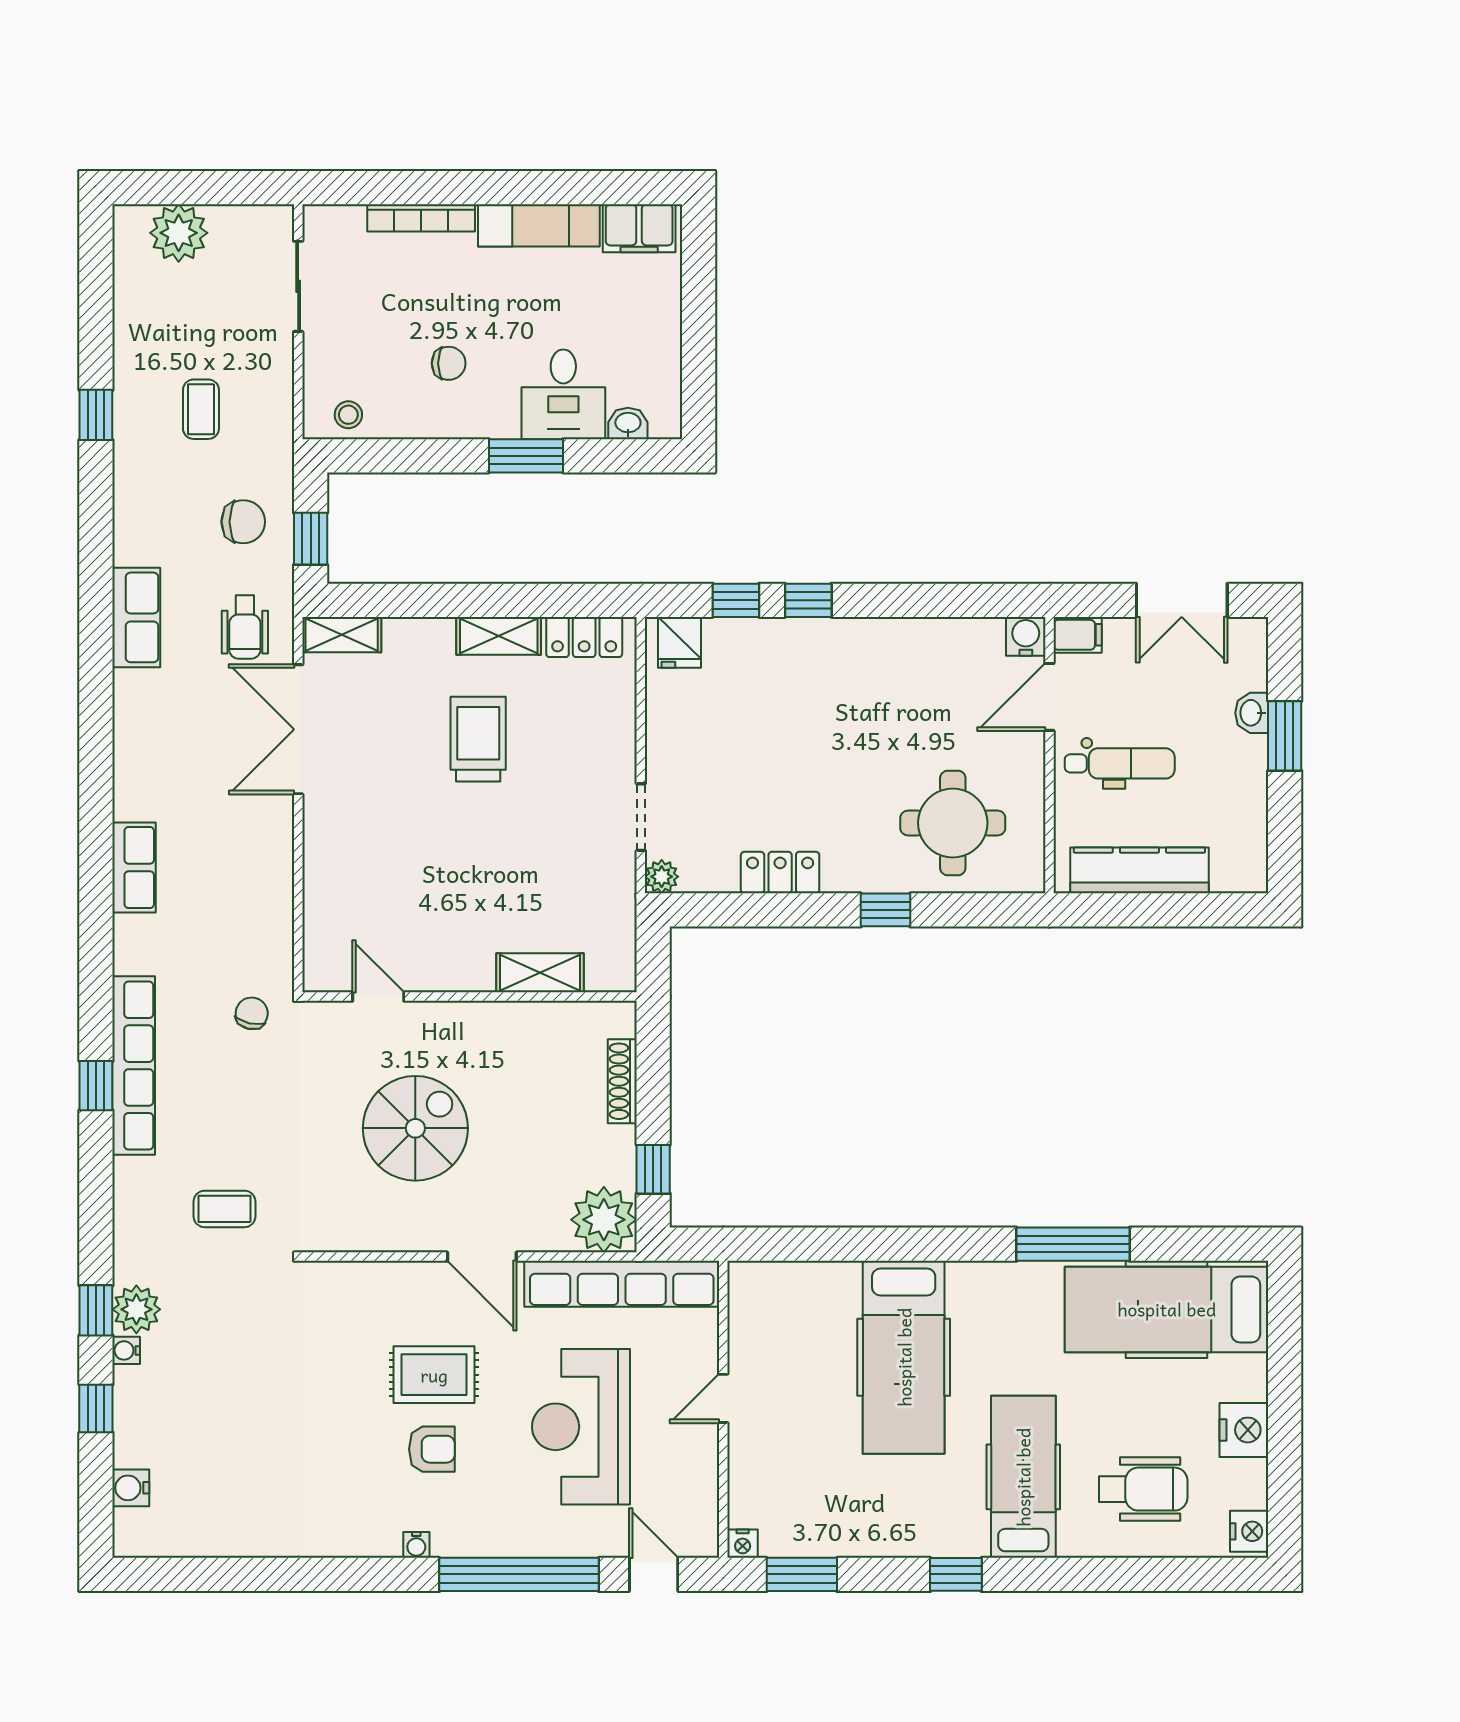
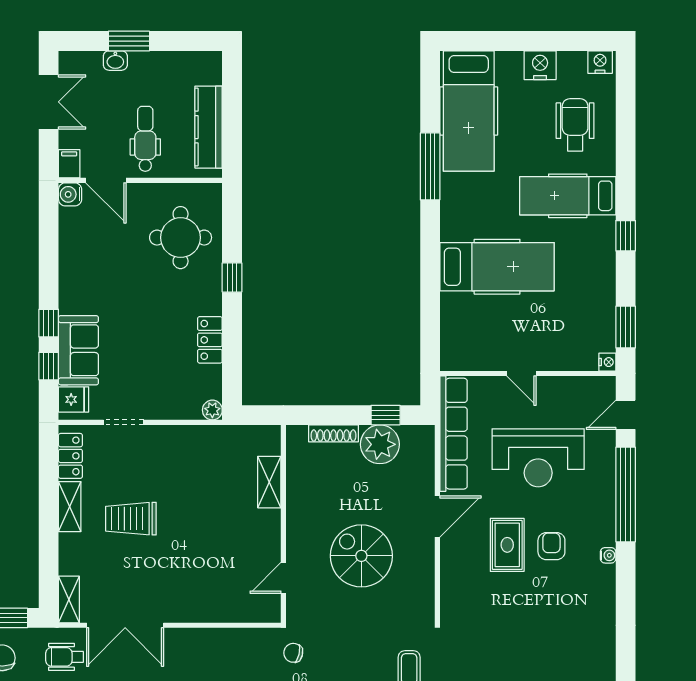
wheelchair: (245, 627) -> (65, 657), turned 180
sofa: (763, 651) -> (78, 350), added
doorway: (641, 817) -> (124, 422), moved
plant: (604, 1220) -> (380, 444), moved

